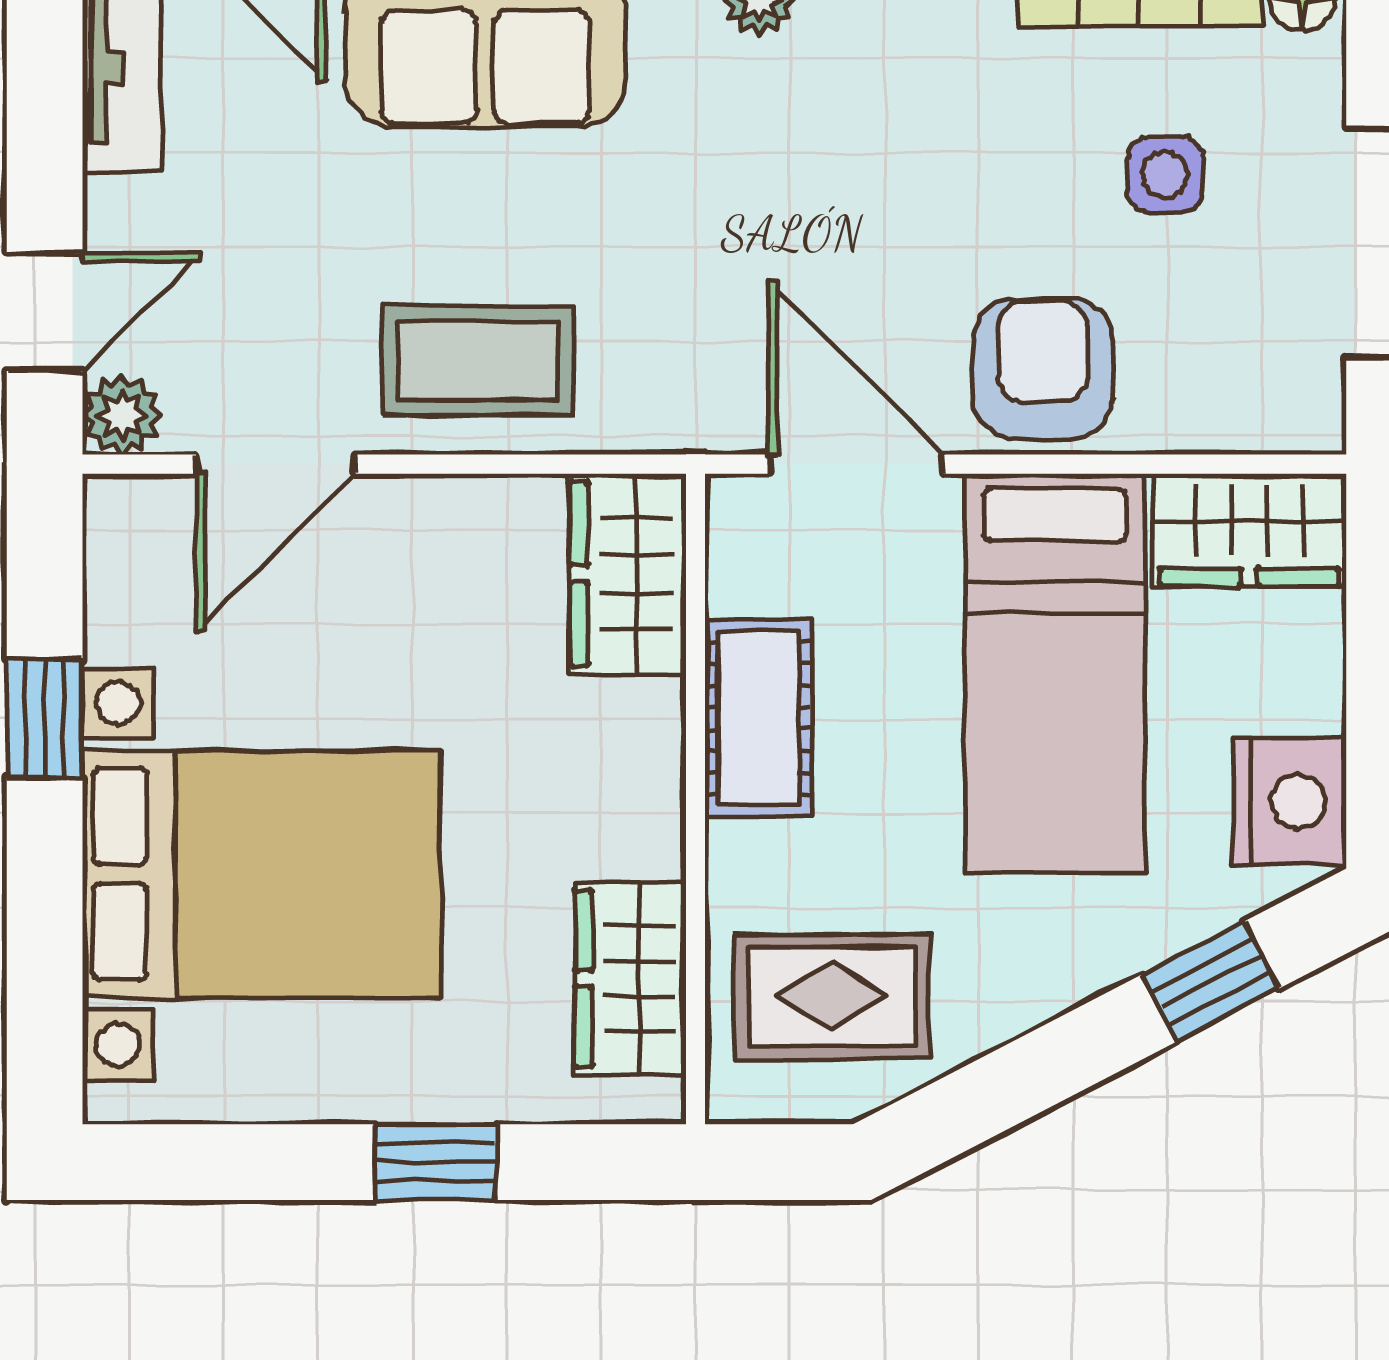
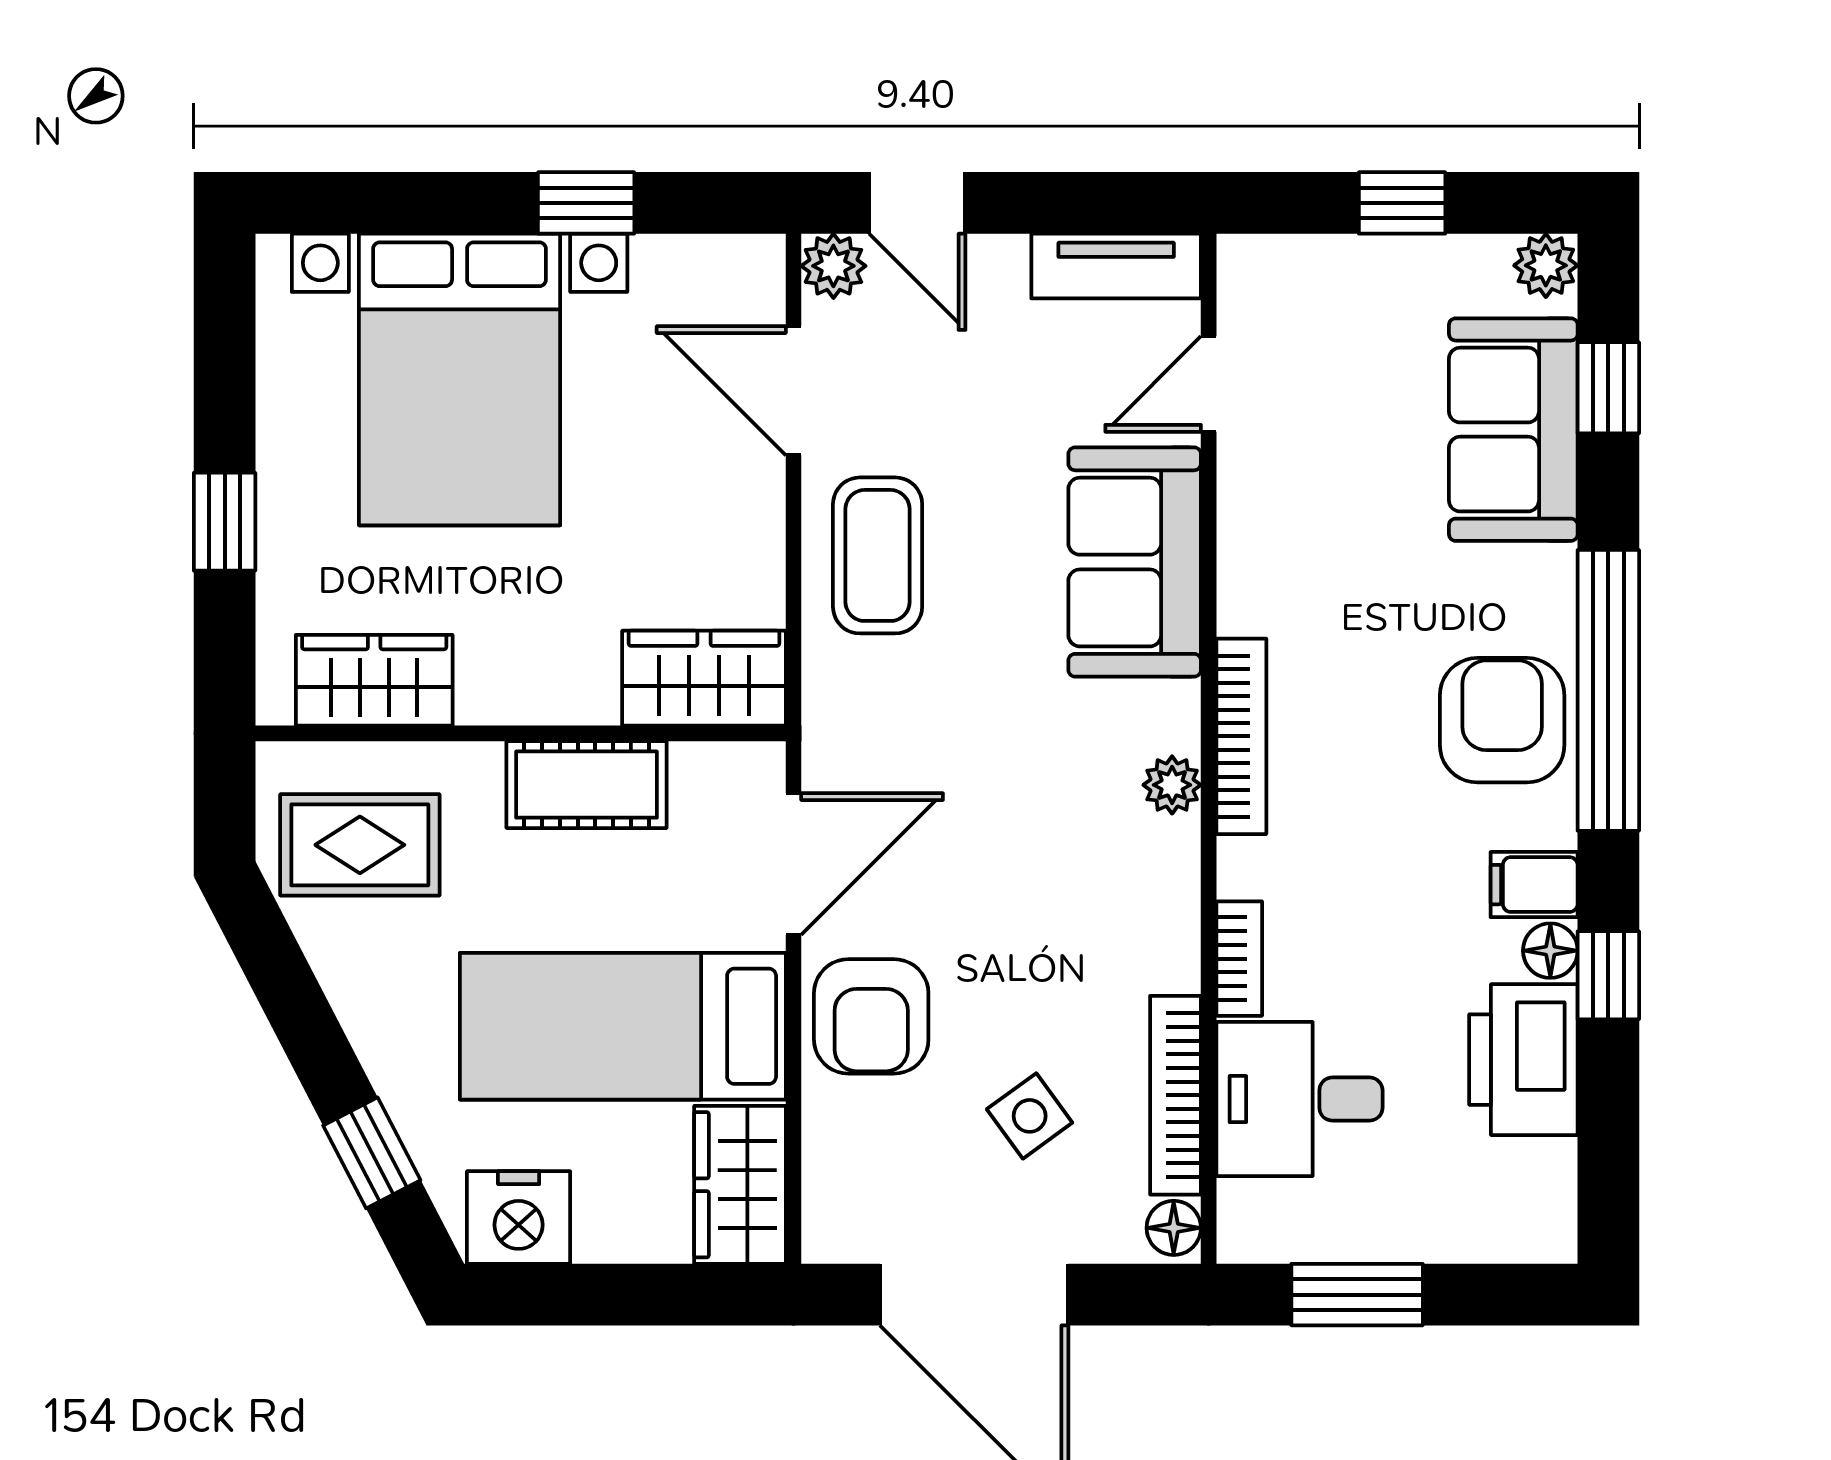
side table: (1165, 174) -> (1030, 1116), turned -36
armchair: (1043, 369) -> (871, 1016), turned 90
rug: (832, 996) -> (360, 845), turned 90

